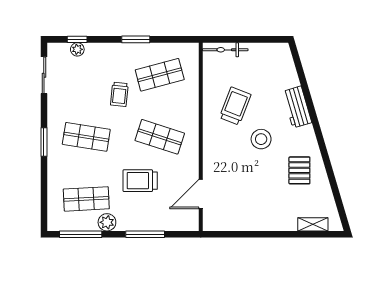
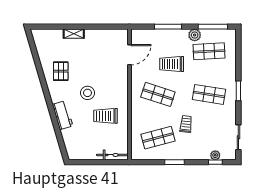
trolley: (235, 106) -> (105, 116), turned 69
trolley: (140, 181) -> (172, 64), turned 180
shelving: (313, 224) -> (74, 34), moved

